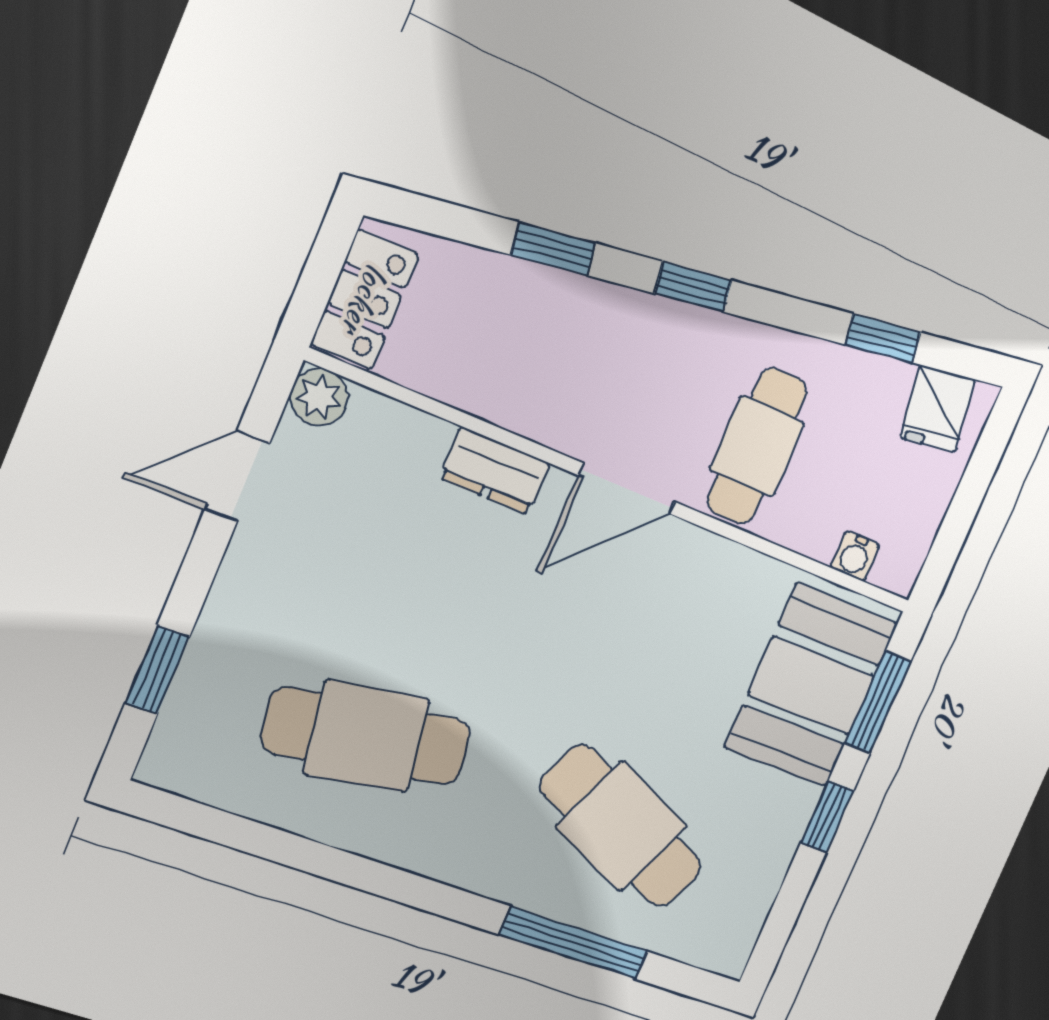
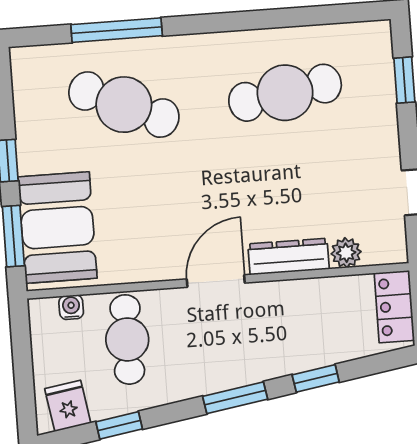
window: (693, 287) -> (235, 398), width x1.50
plant: (319, 397) -> (346, 253), moved
cafe table: (757, 446) -> (127, 339), moved
dresser: (495, 471) -> (289, 257), width x1.44

